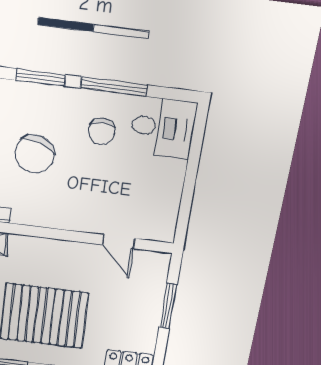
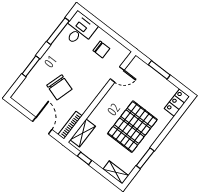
window: (114, 87) -> (58, 31), moved
chair: (102, 132) -> (101, 50), moved

